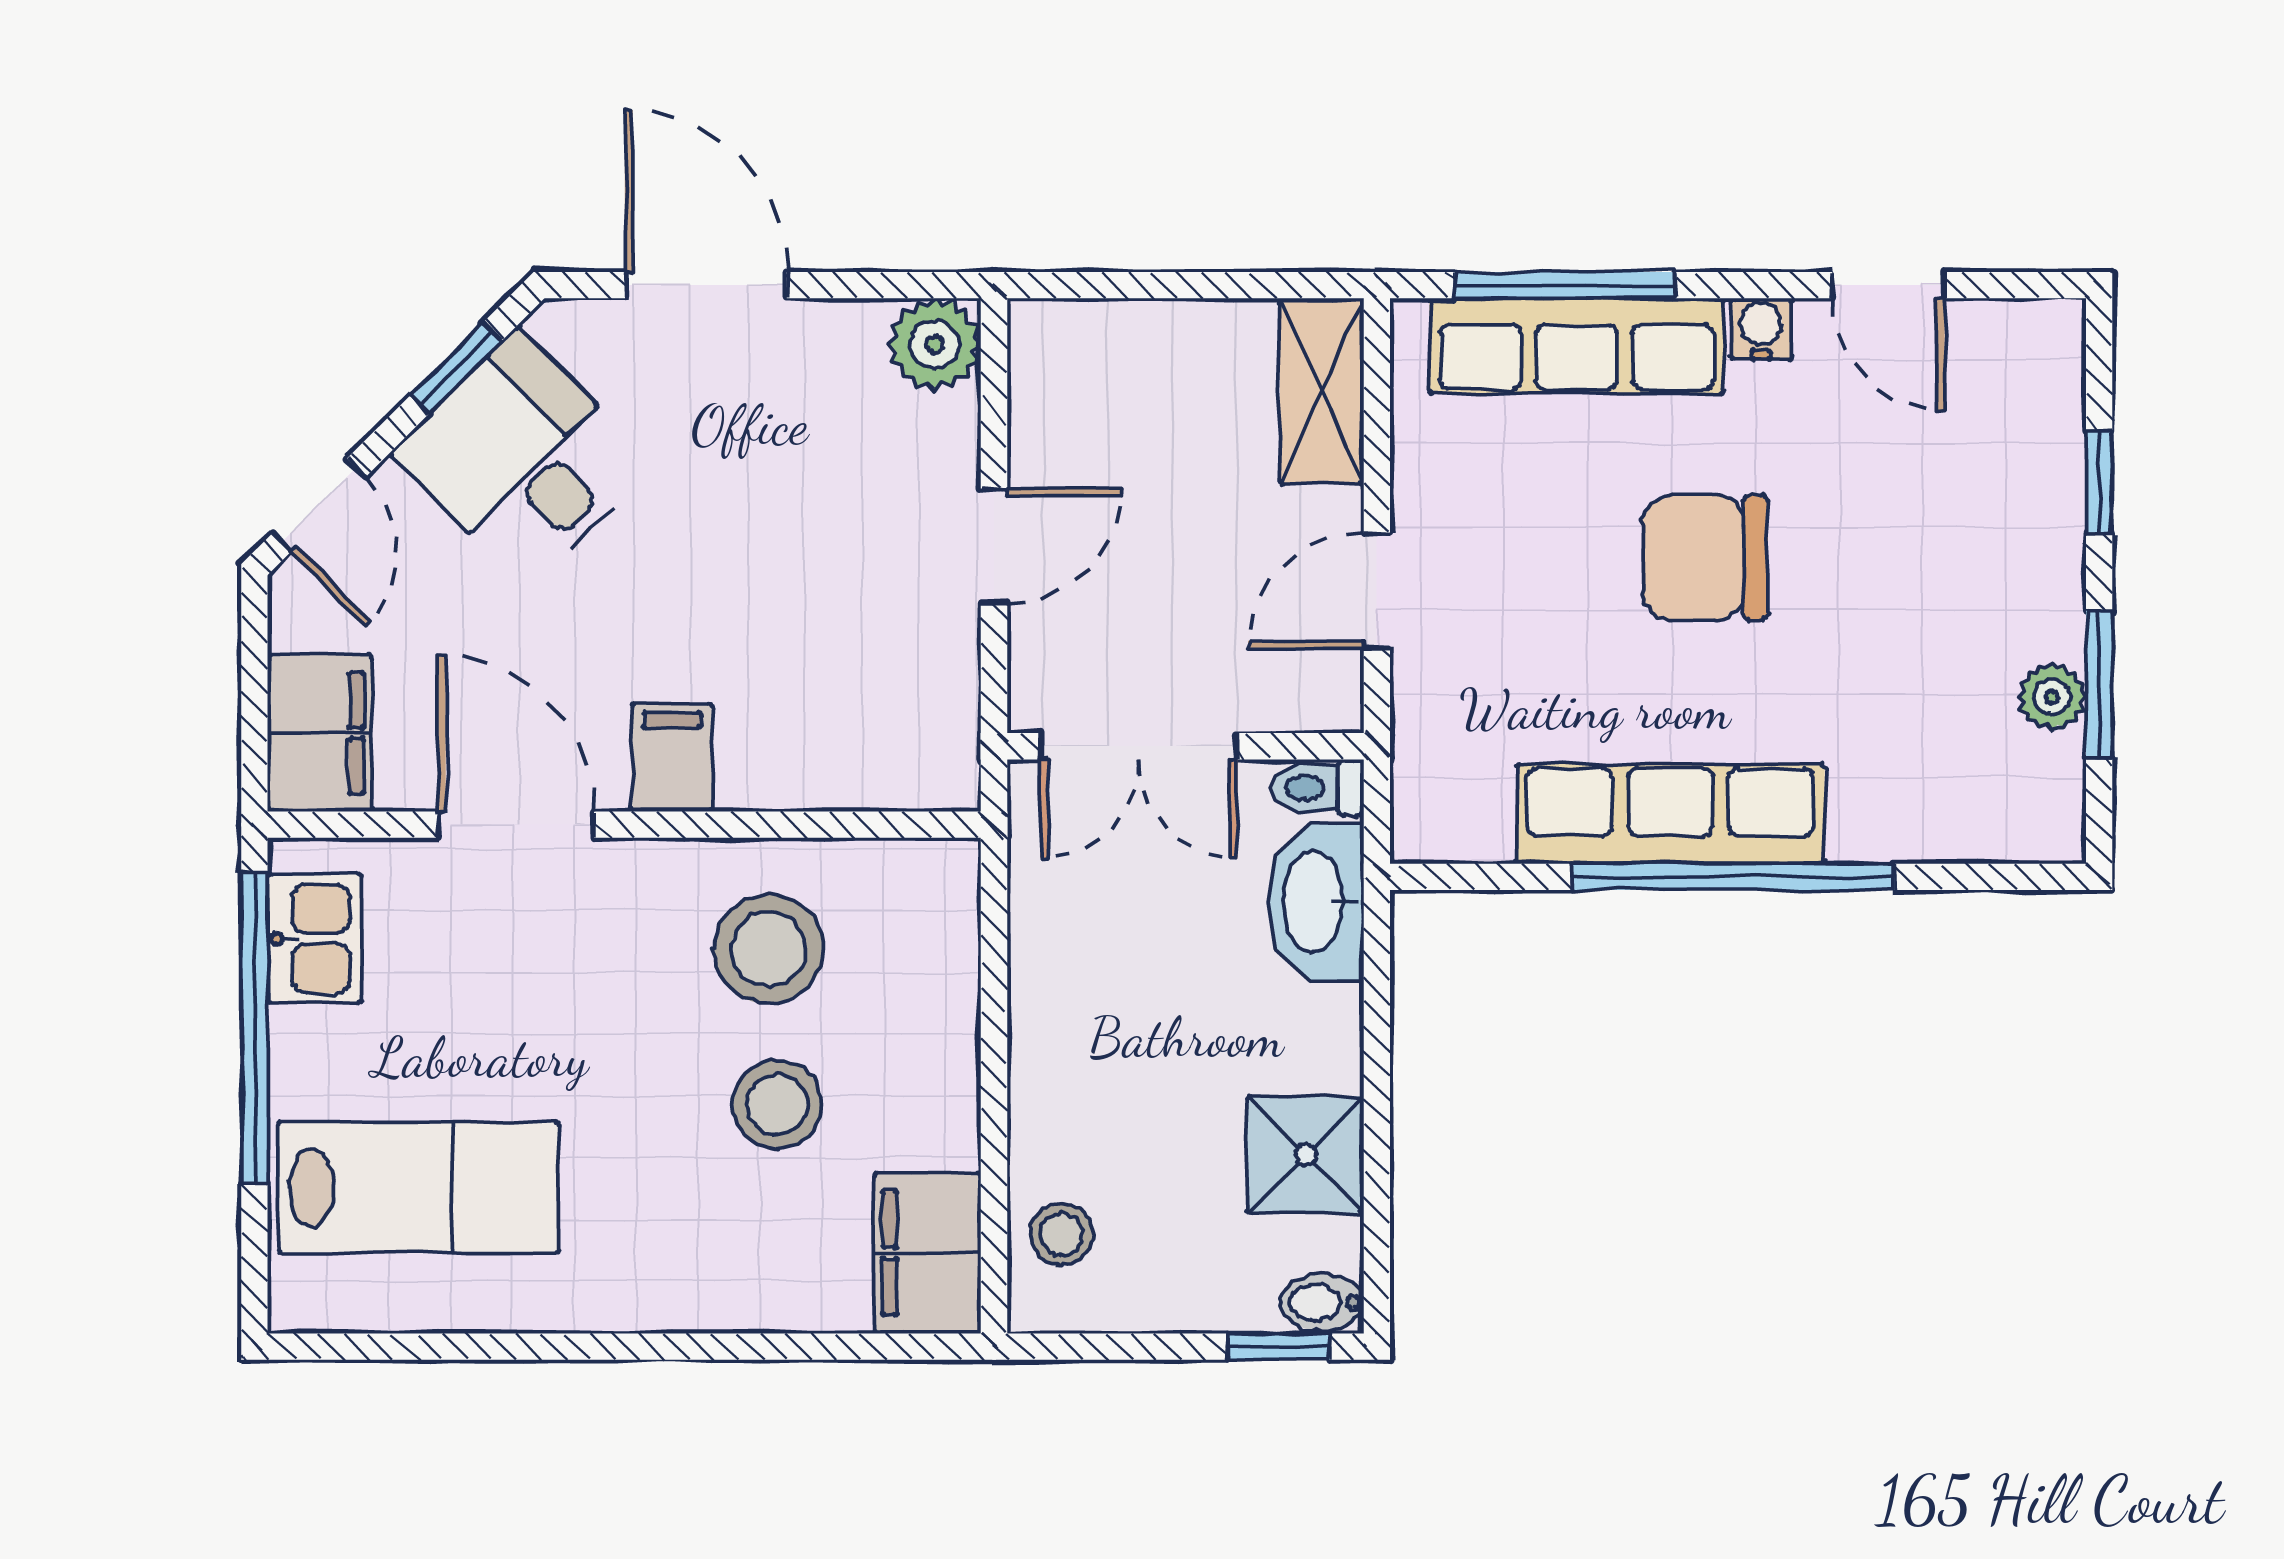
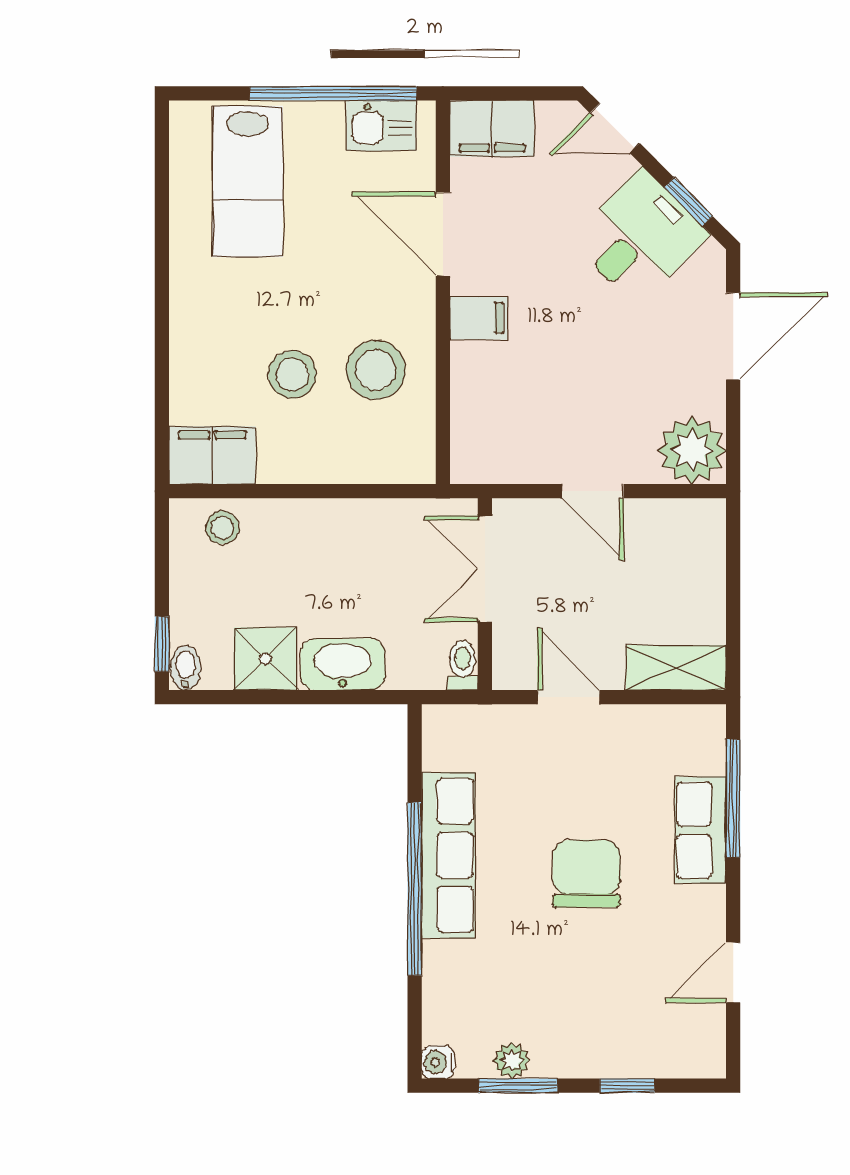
water cooler: (1761, 329) -> (438, 1062), moved, turned 180
plant: (935, 344) -> (692, 450), width x1.36, depth x1.36
row of seats: (1576, 346) -> (700, 830), width x0.68
door: (516, 825) -> (443, 234), swing flipped
washbasin: (1316, 902) -> (343, 664), moved

